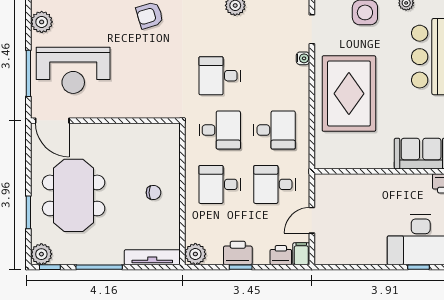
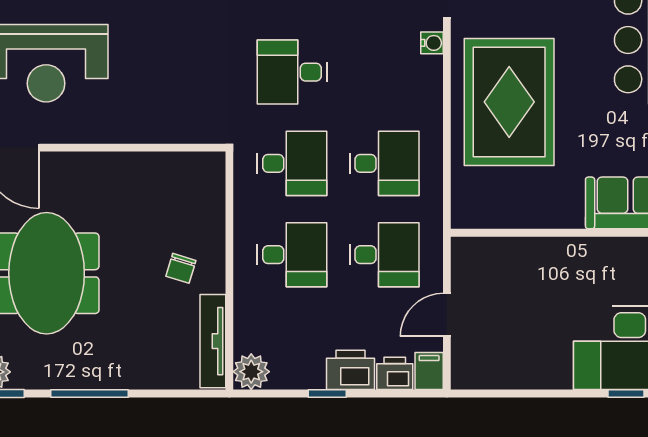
desk: (220, 184) -> (292, 255), turned 180
desk: (275, 184) -> (384, 255), turned 180
chair: (154, 193) -> (181, 268), turned 107
printer: (238, 253) -> (350, 370), moved
tv unit: (152, 257) -> (213, 341), moved, turned -90

